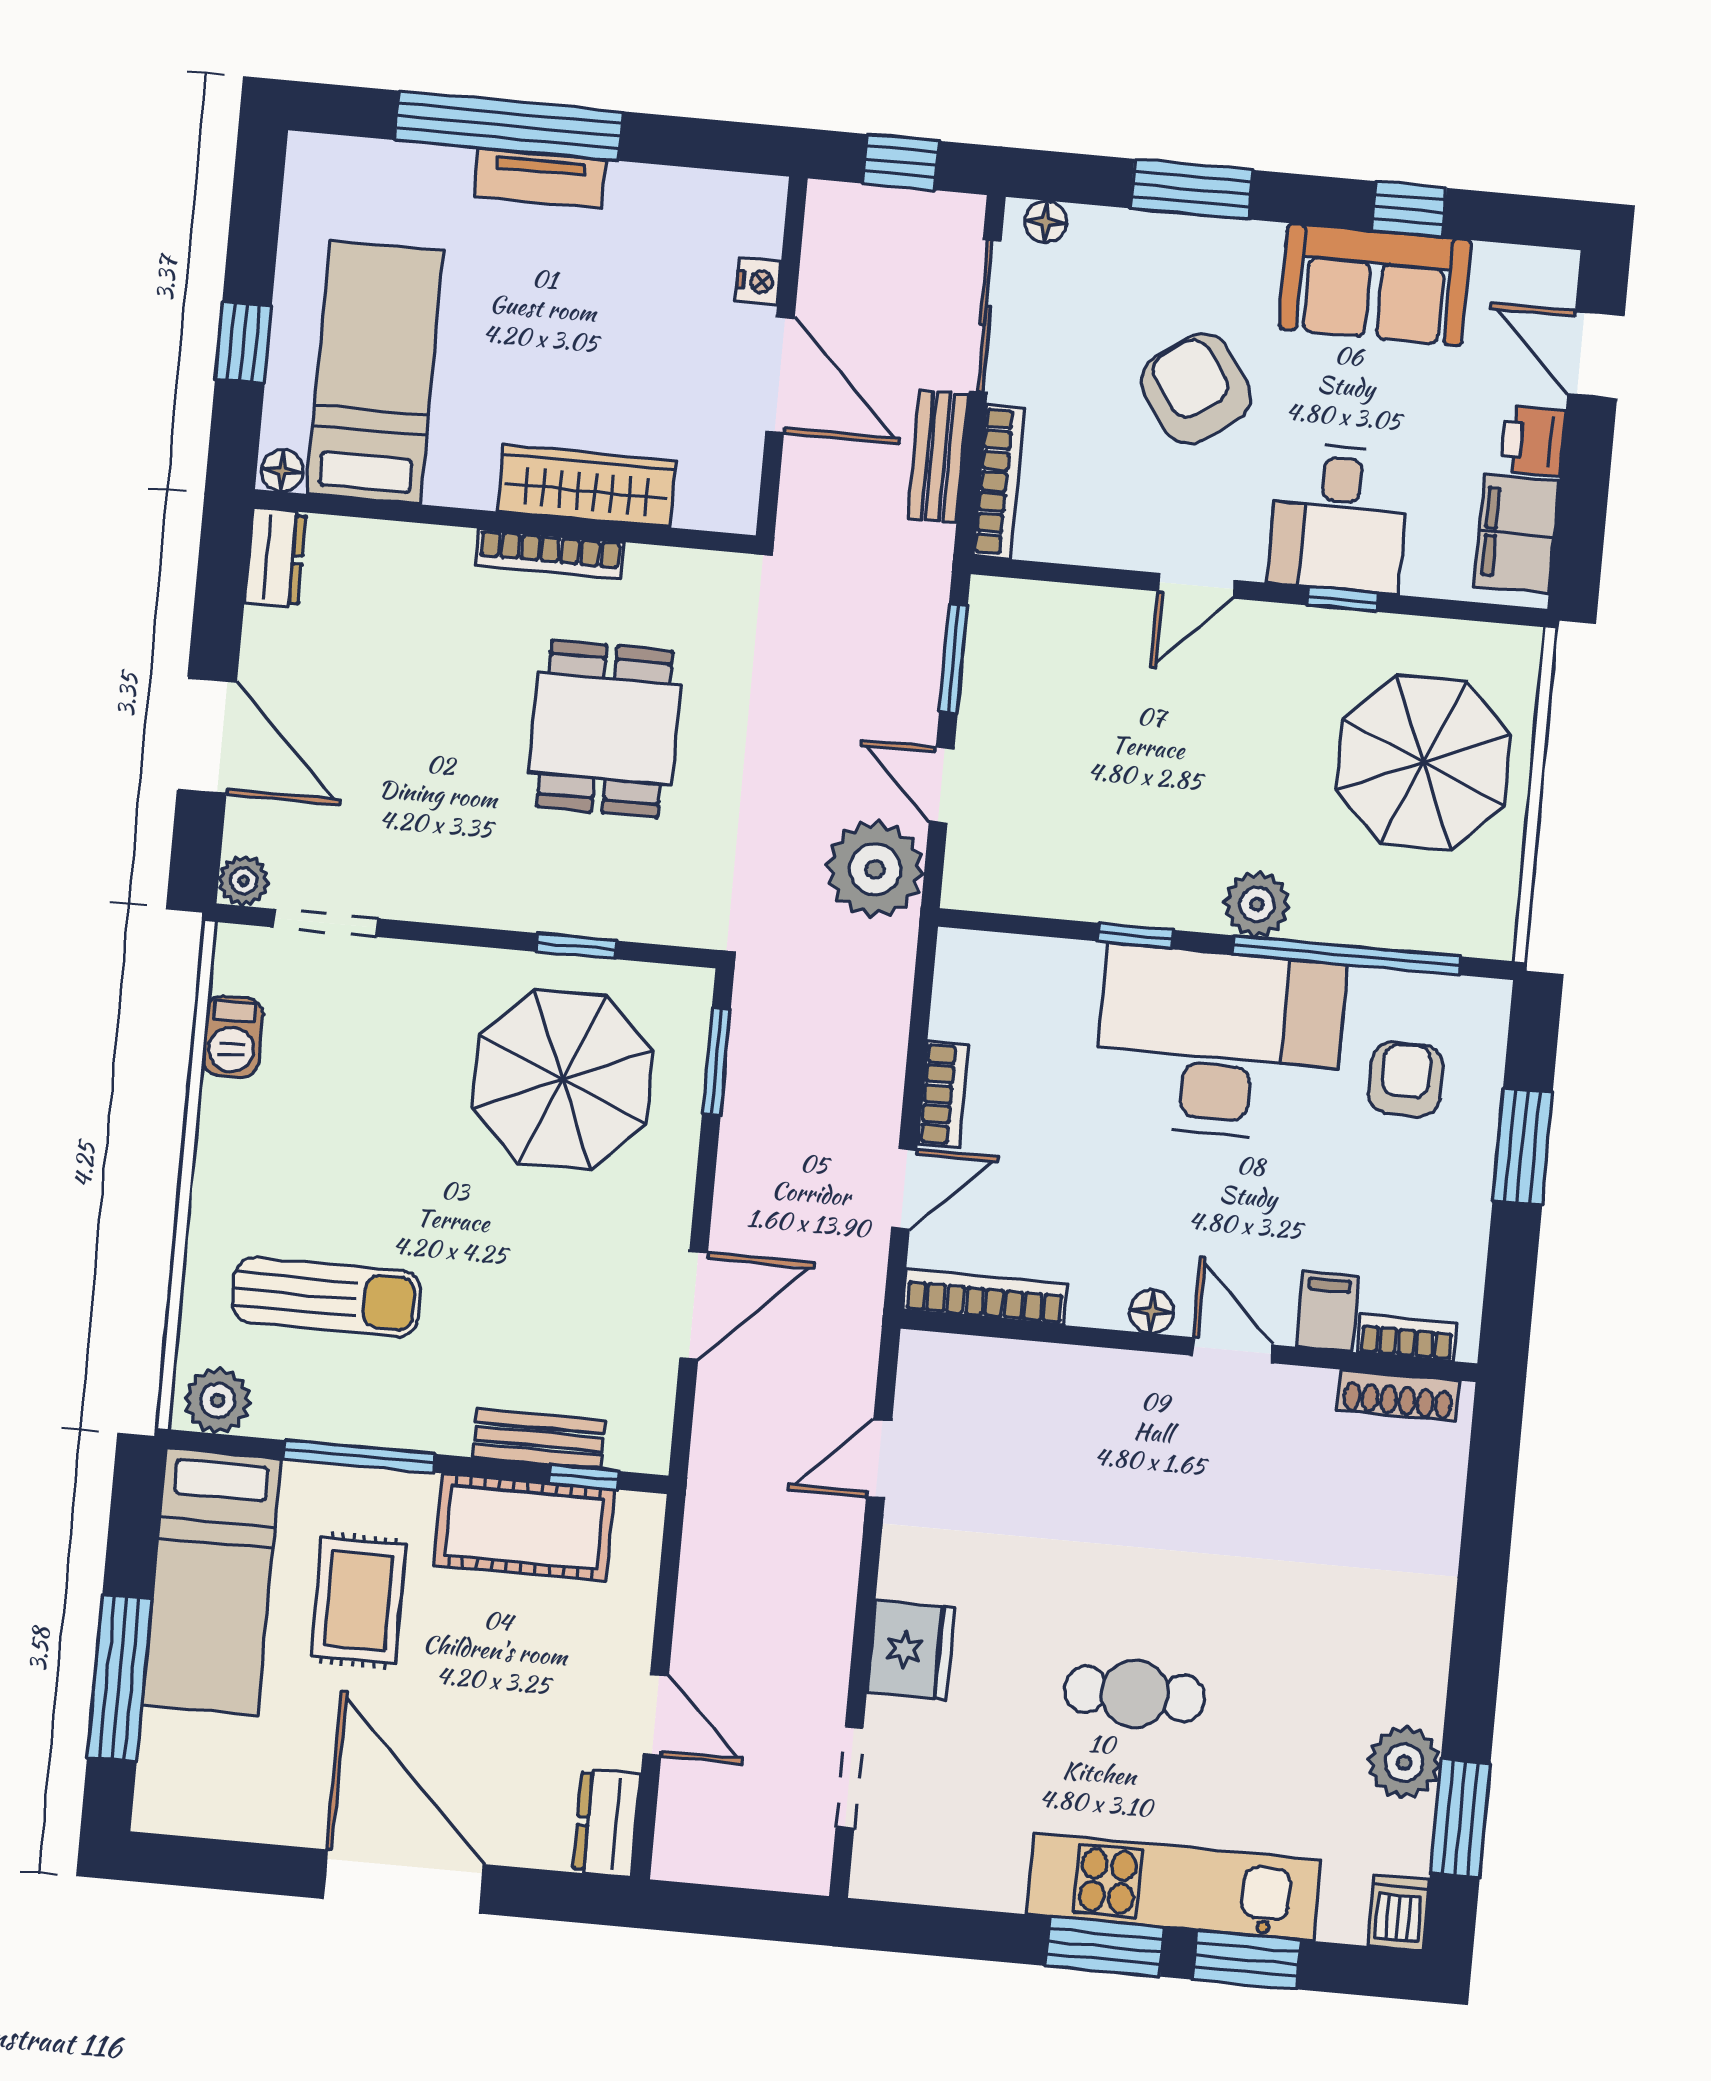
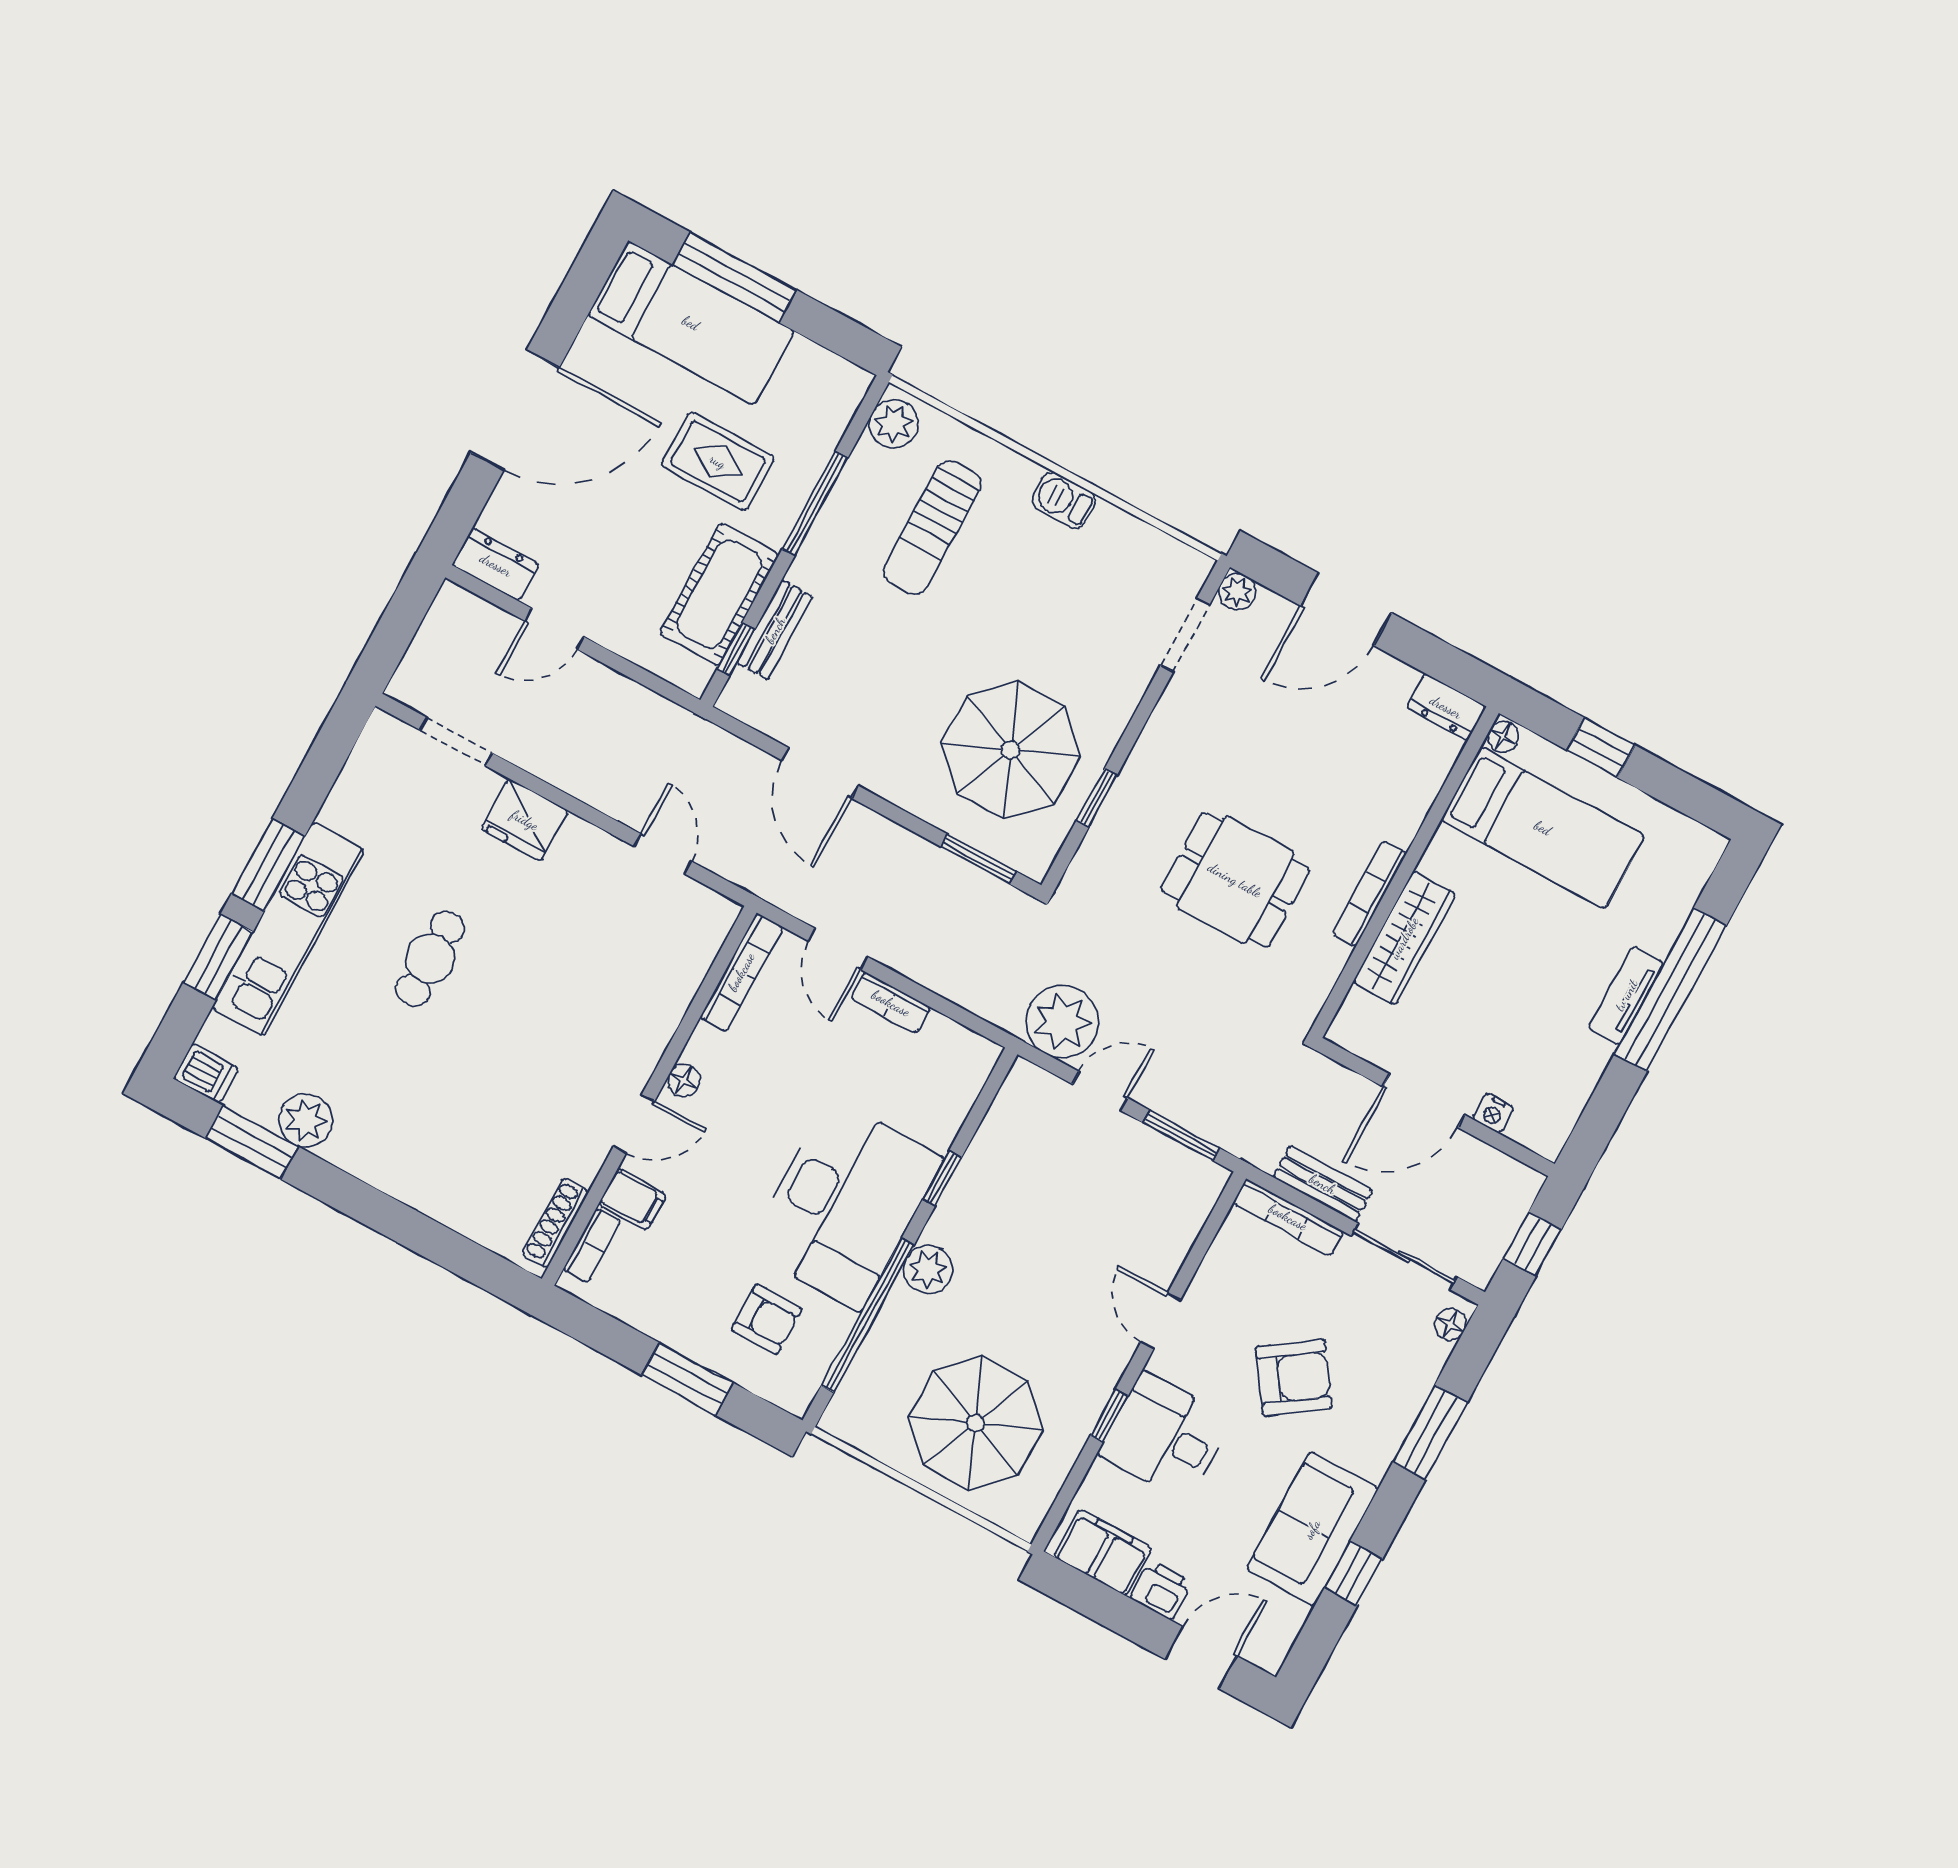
barbecue: (232, 1037) -> (1064, 500), moved
bed: (212, 1582) -> (691, 323), moved, turned 180

